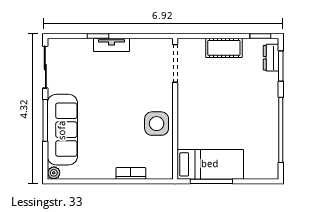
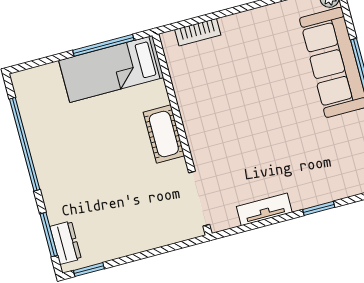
tv unit: (112, 45) -> (264, 209), moved
cot: (224, 48) -> (164, 134), moved, turned 90
side table: (157, 124) -> (203, 106), removed
bookcase: (131, 173) -> (198, 32), moved

